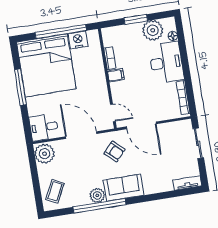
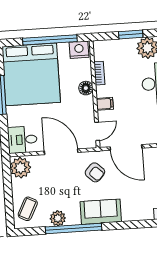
nightstand: (78, 40) -> (79, 50), moved
floor lamp: (99, 73) -> (86, 88), added
filing cabinet: (116, 75) -> (105, 104), moved
door: (113, 113) -> (97, 131), hinge flipped
plant: (97, 195) -> (58, 218), moved

